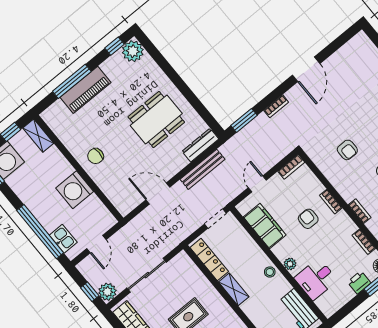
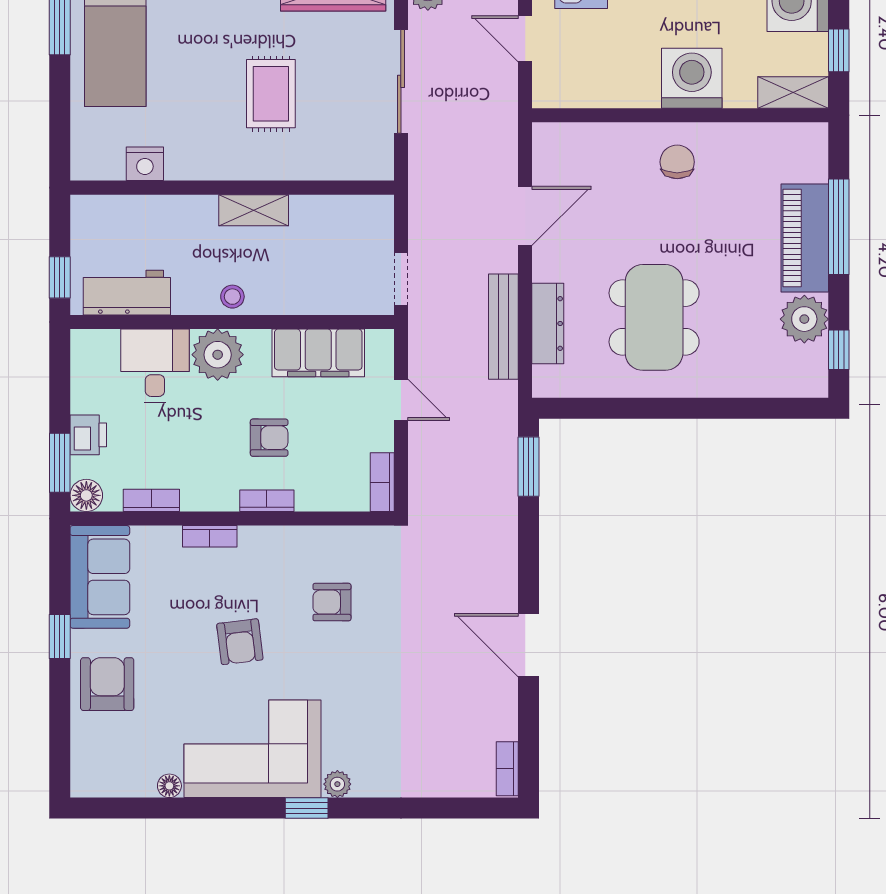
plant: (133, 51) -> (804, 319), moved
bookcase: (276, 106) -> (507, 769), moved
dresser: (200, 145) -> (548, 324), moved
washing machine: (75, 190) -> (692, 78), moved
locker: (209, 260) -> (339, 210), removed
plant: (290, 264) -> (218, 355), width x1.88, depth x1.88

